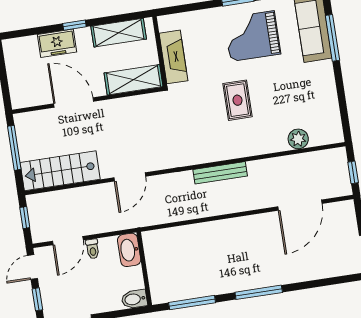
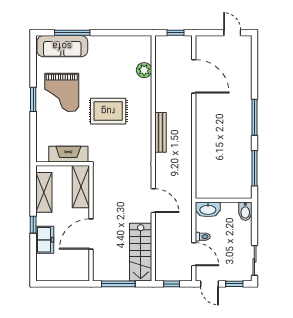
rug: (237, 100) -> (108, 111), width x1.36, depth x1.43

